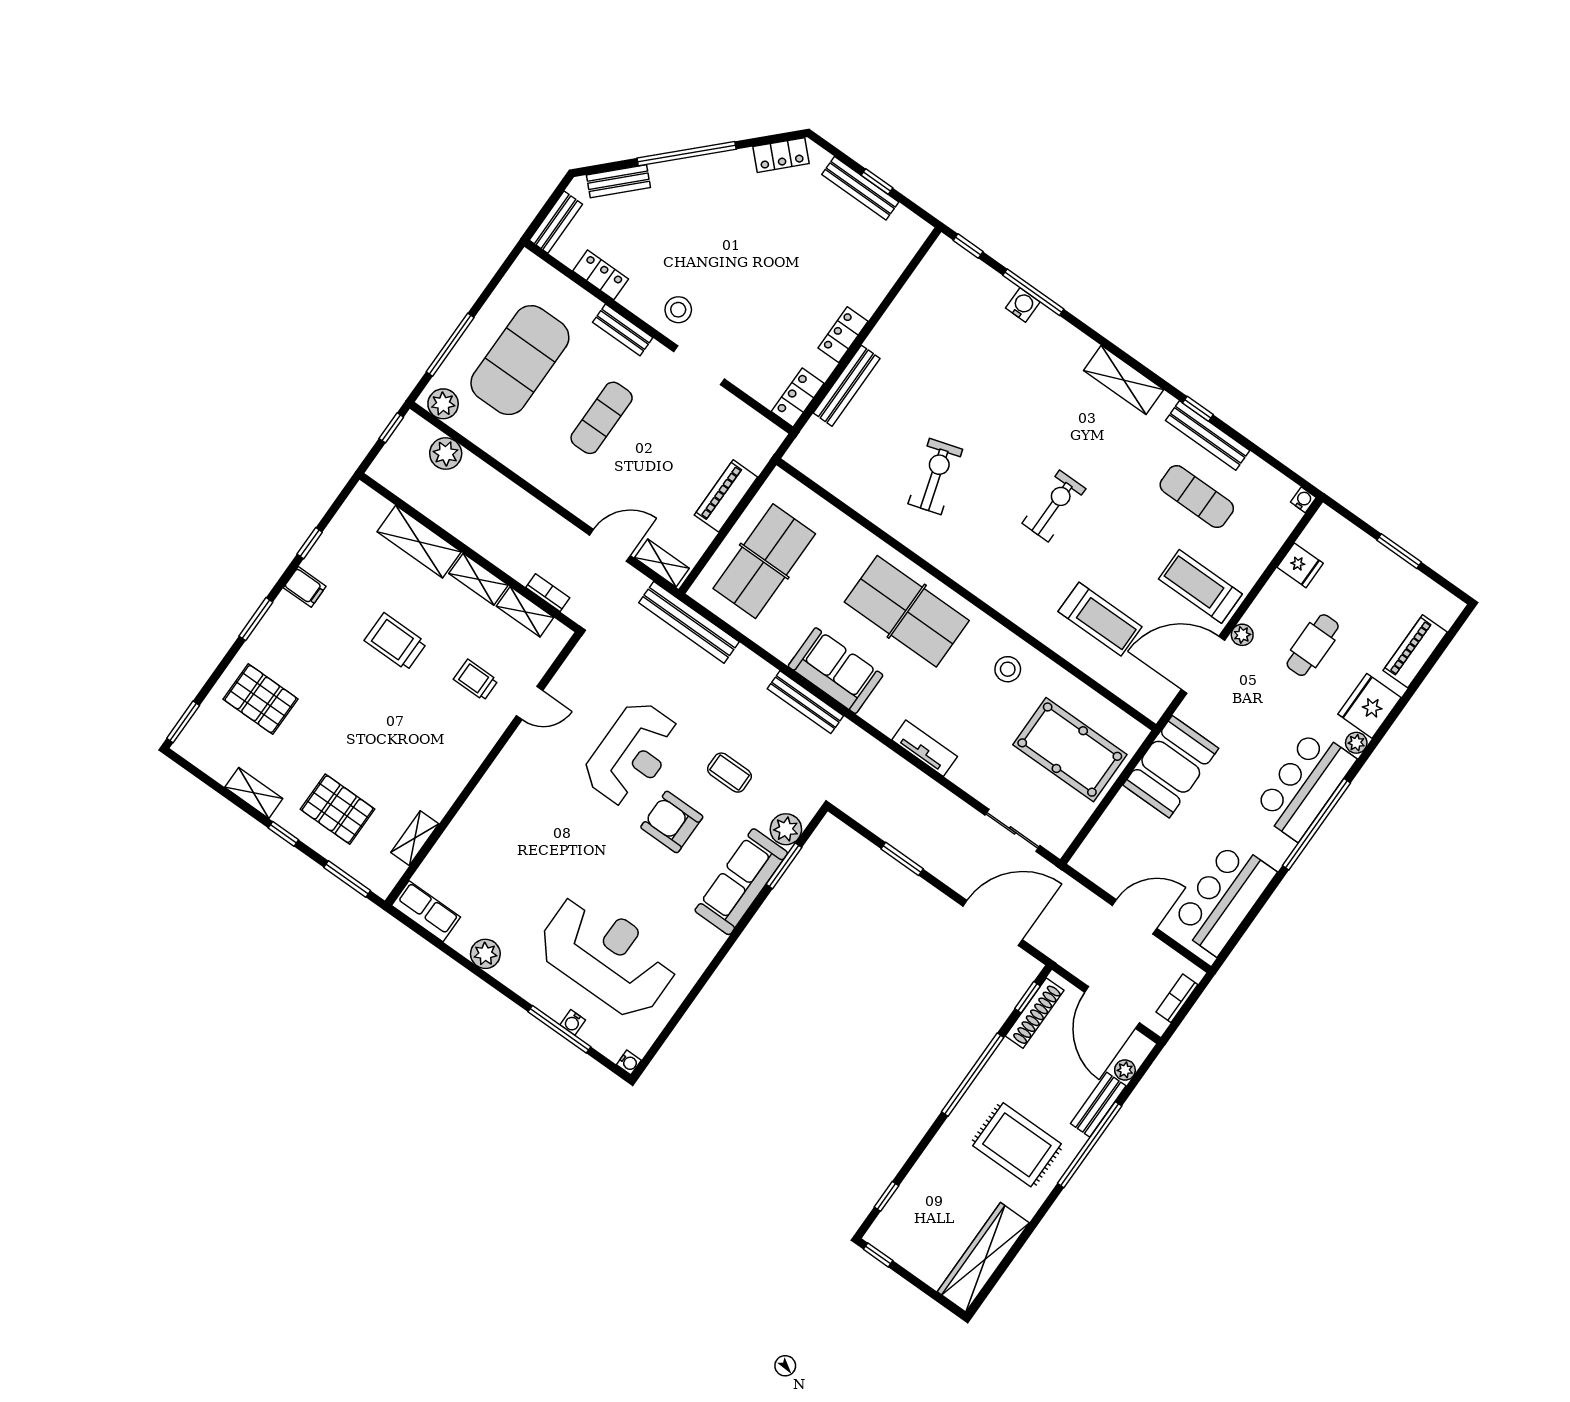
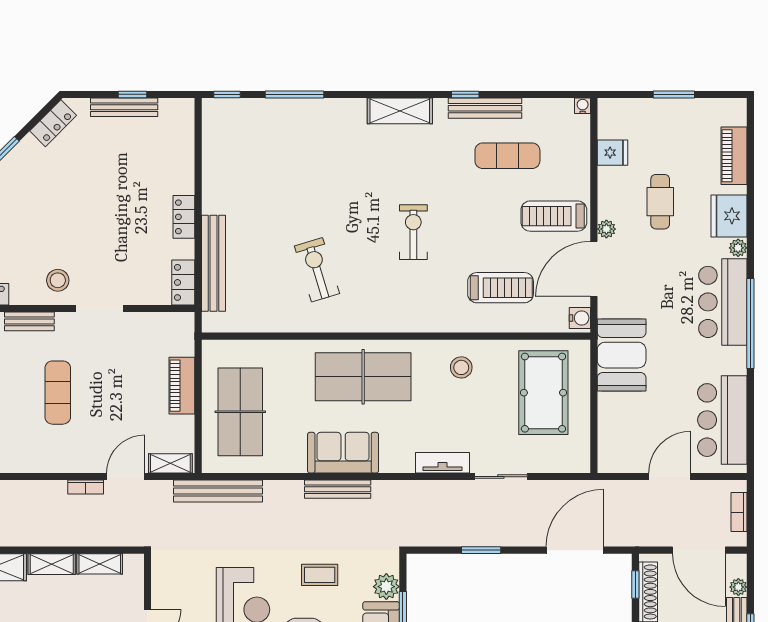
water cooler: (1023, 305) -> (580, 318), moved, turned 90
bench: (847, 386) -> (214, 263), width x1.37, depth x1.21
bookcase: (548, 593) -> (86, 487), moved, turned 180
pool table: (1070, 750) -> (543, 393), turned 90
sliding door: (1012, 830) -> (501, 477), moved

